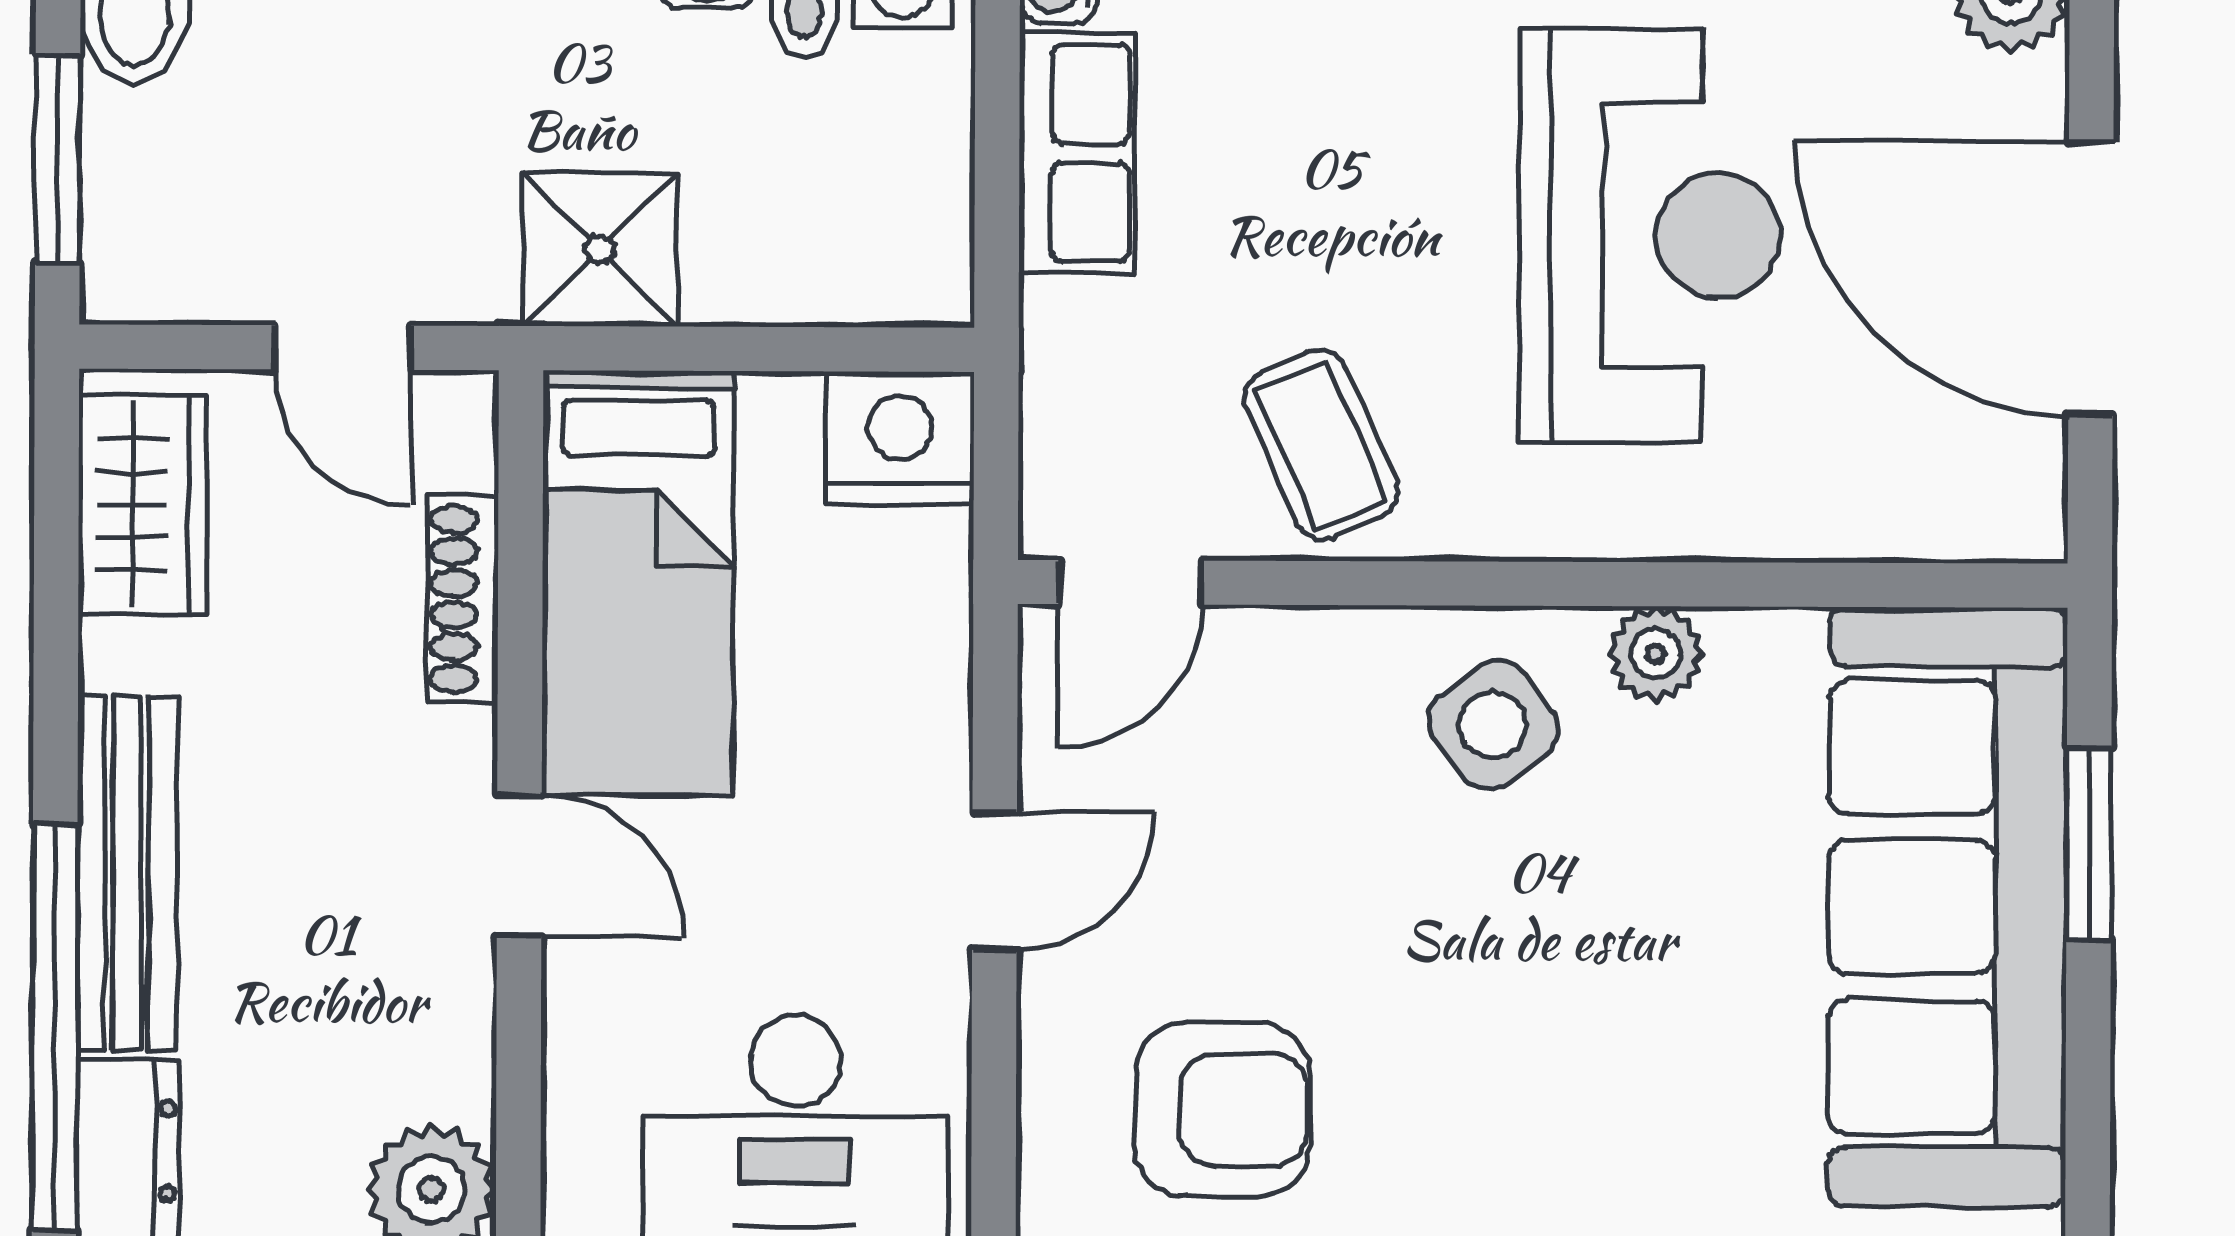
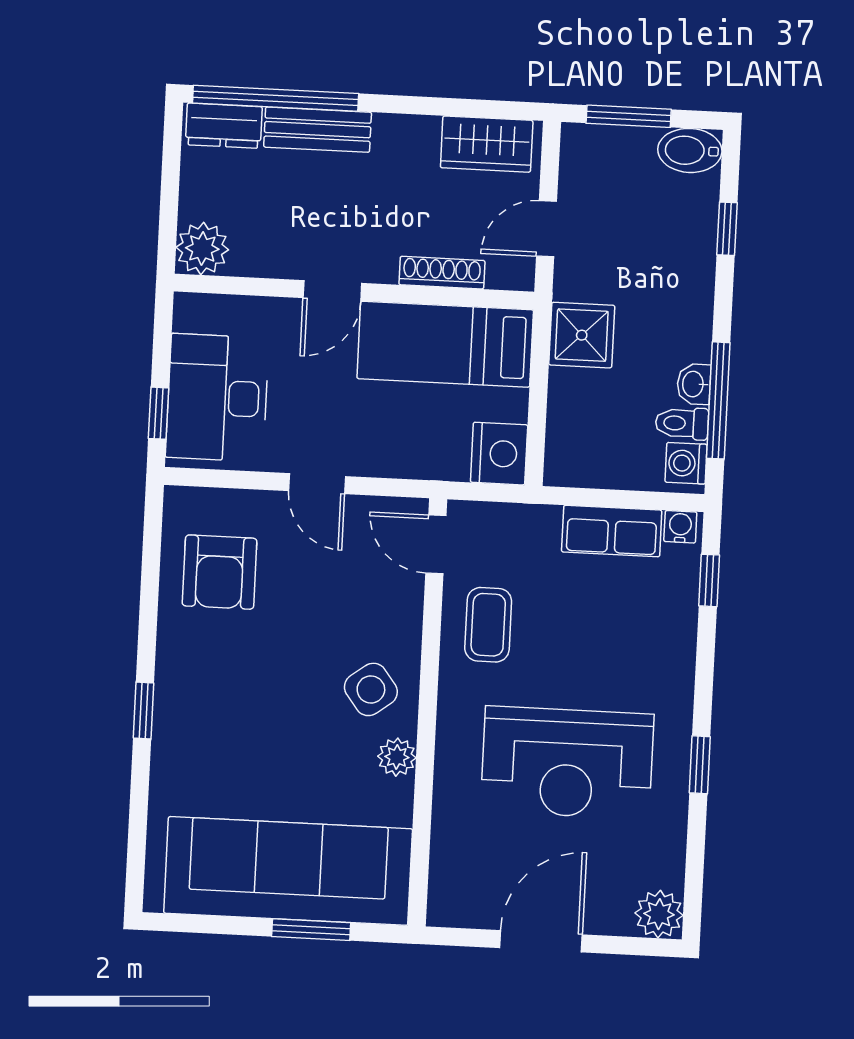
door: (2091, 279) -> (541, 941), width x0.73
coffee table: (1321, 445) -> (488, 625), turned -66
bench: (127, 873) -> (318, 130), width x0.73

